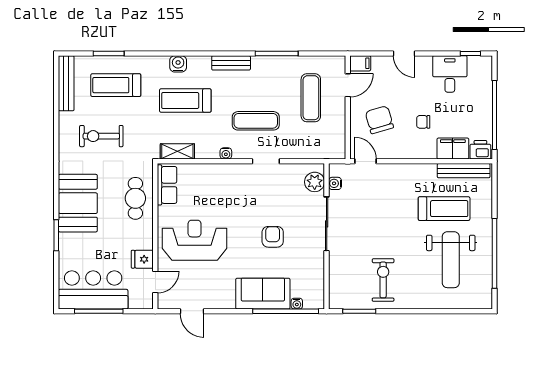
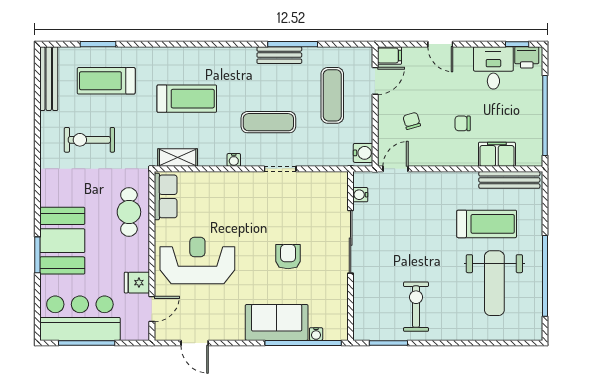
bench: (231, 63) -> (279, 55), moved
water cooler: (178, 64) -> (363, 153), moved, turned 90
treadmill: (185, 101) -> (187, 99), turned 180
chair: (379, 120) -> (412, 121), width x0.54, depth x0.54
printer: (480, 150) -> (527, 57), moved, turned 180
door: (365, 161) -> (396, 169), hinge flipped
plant: (315, 182) -> (337, 193), removed
booth: (78, 203) -> (62, 241), moved

